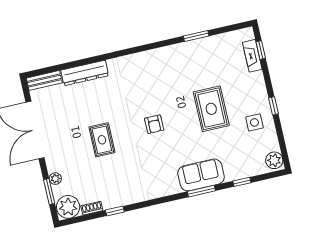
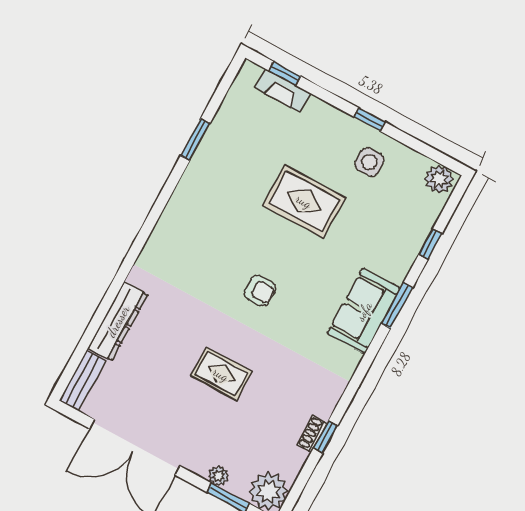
sofa: (201, 175) -> (364, 311), moved
shoe rack: (92, 208) -> (312, 434), moved

